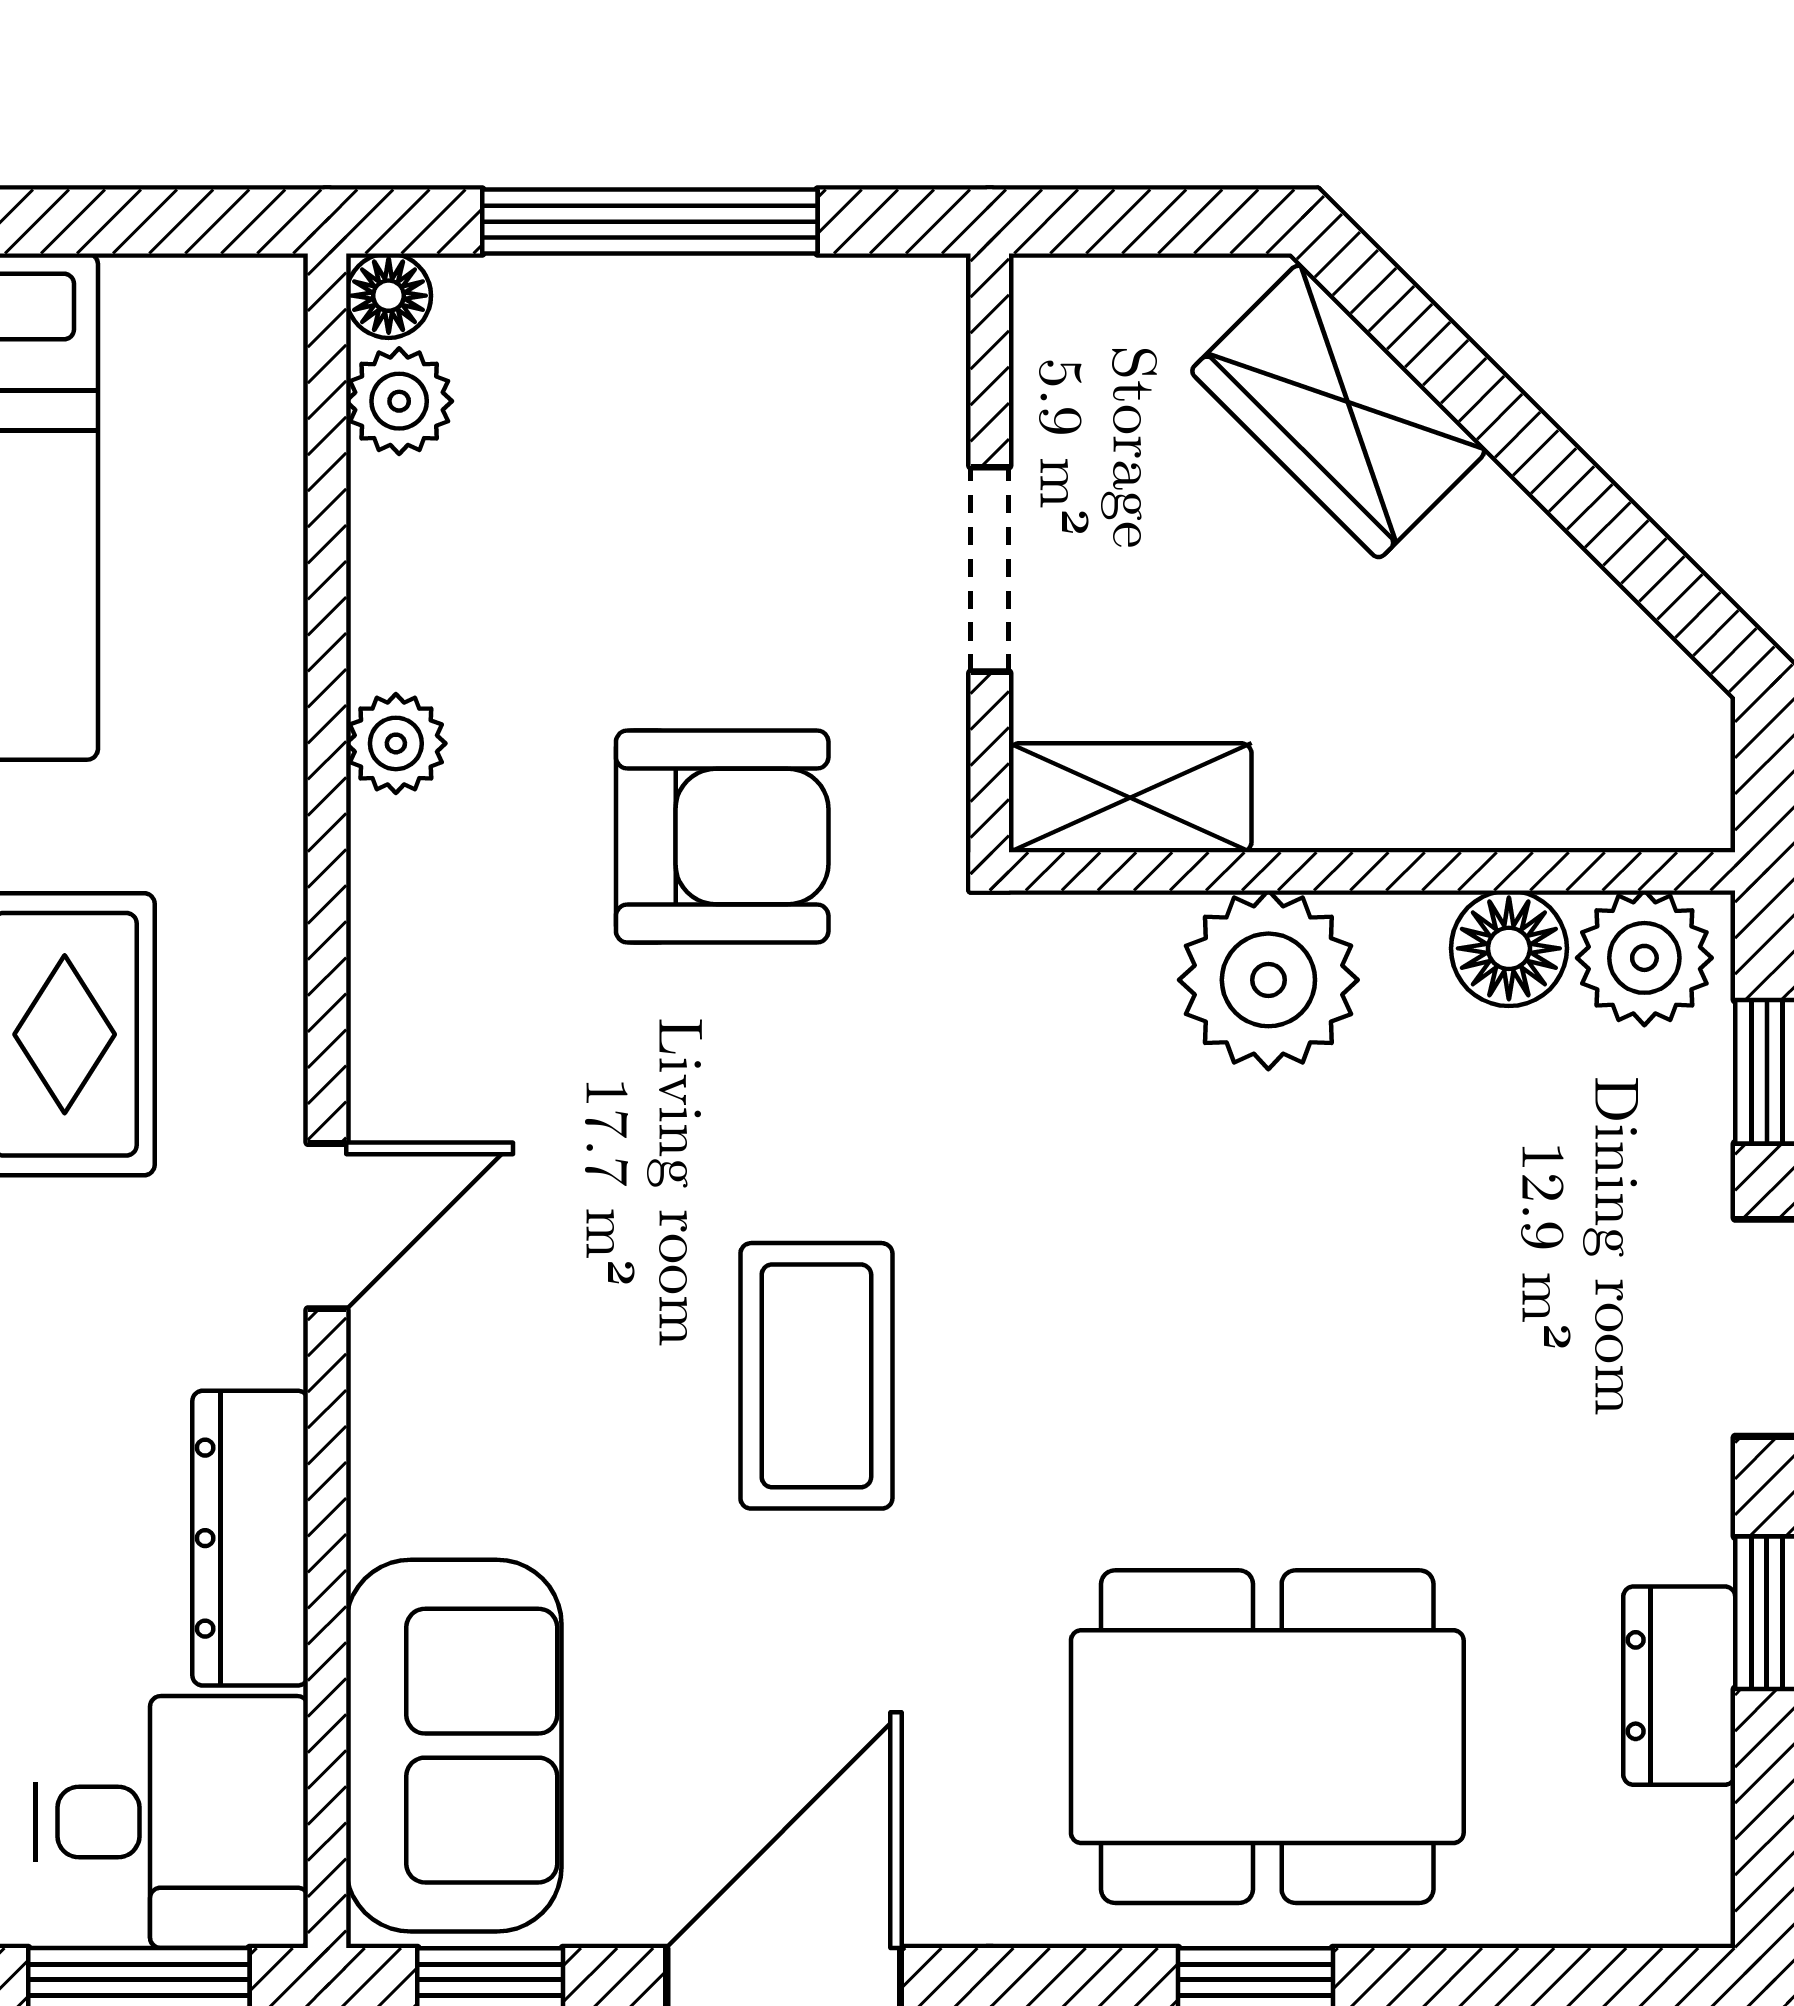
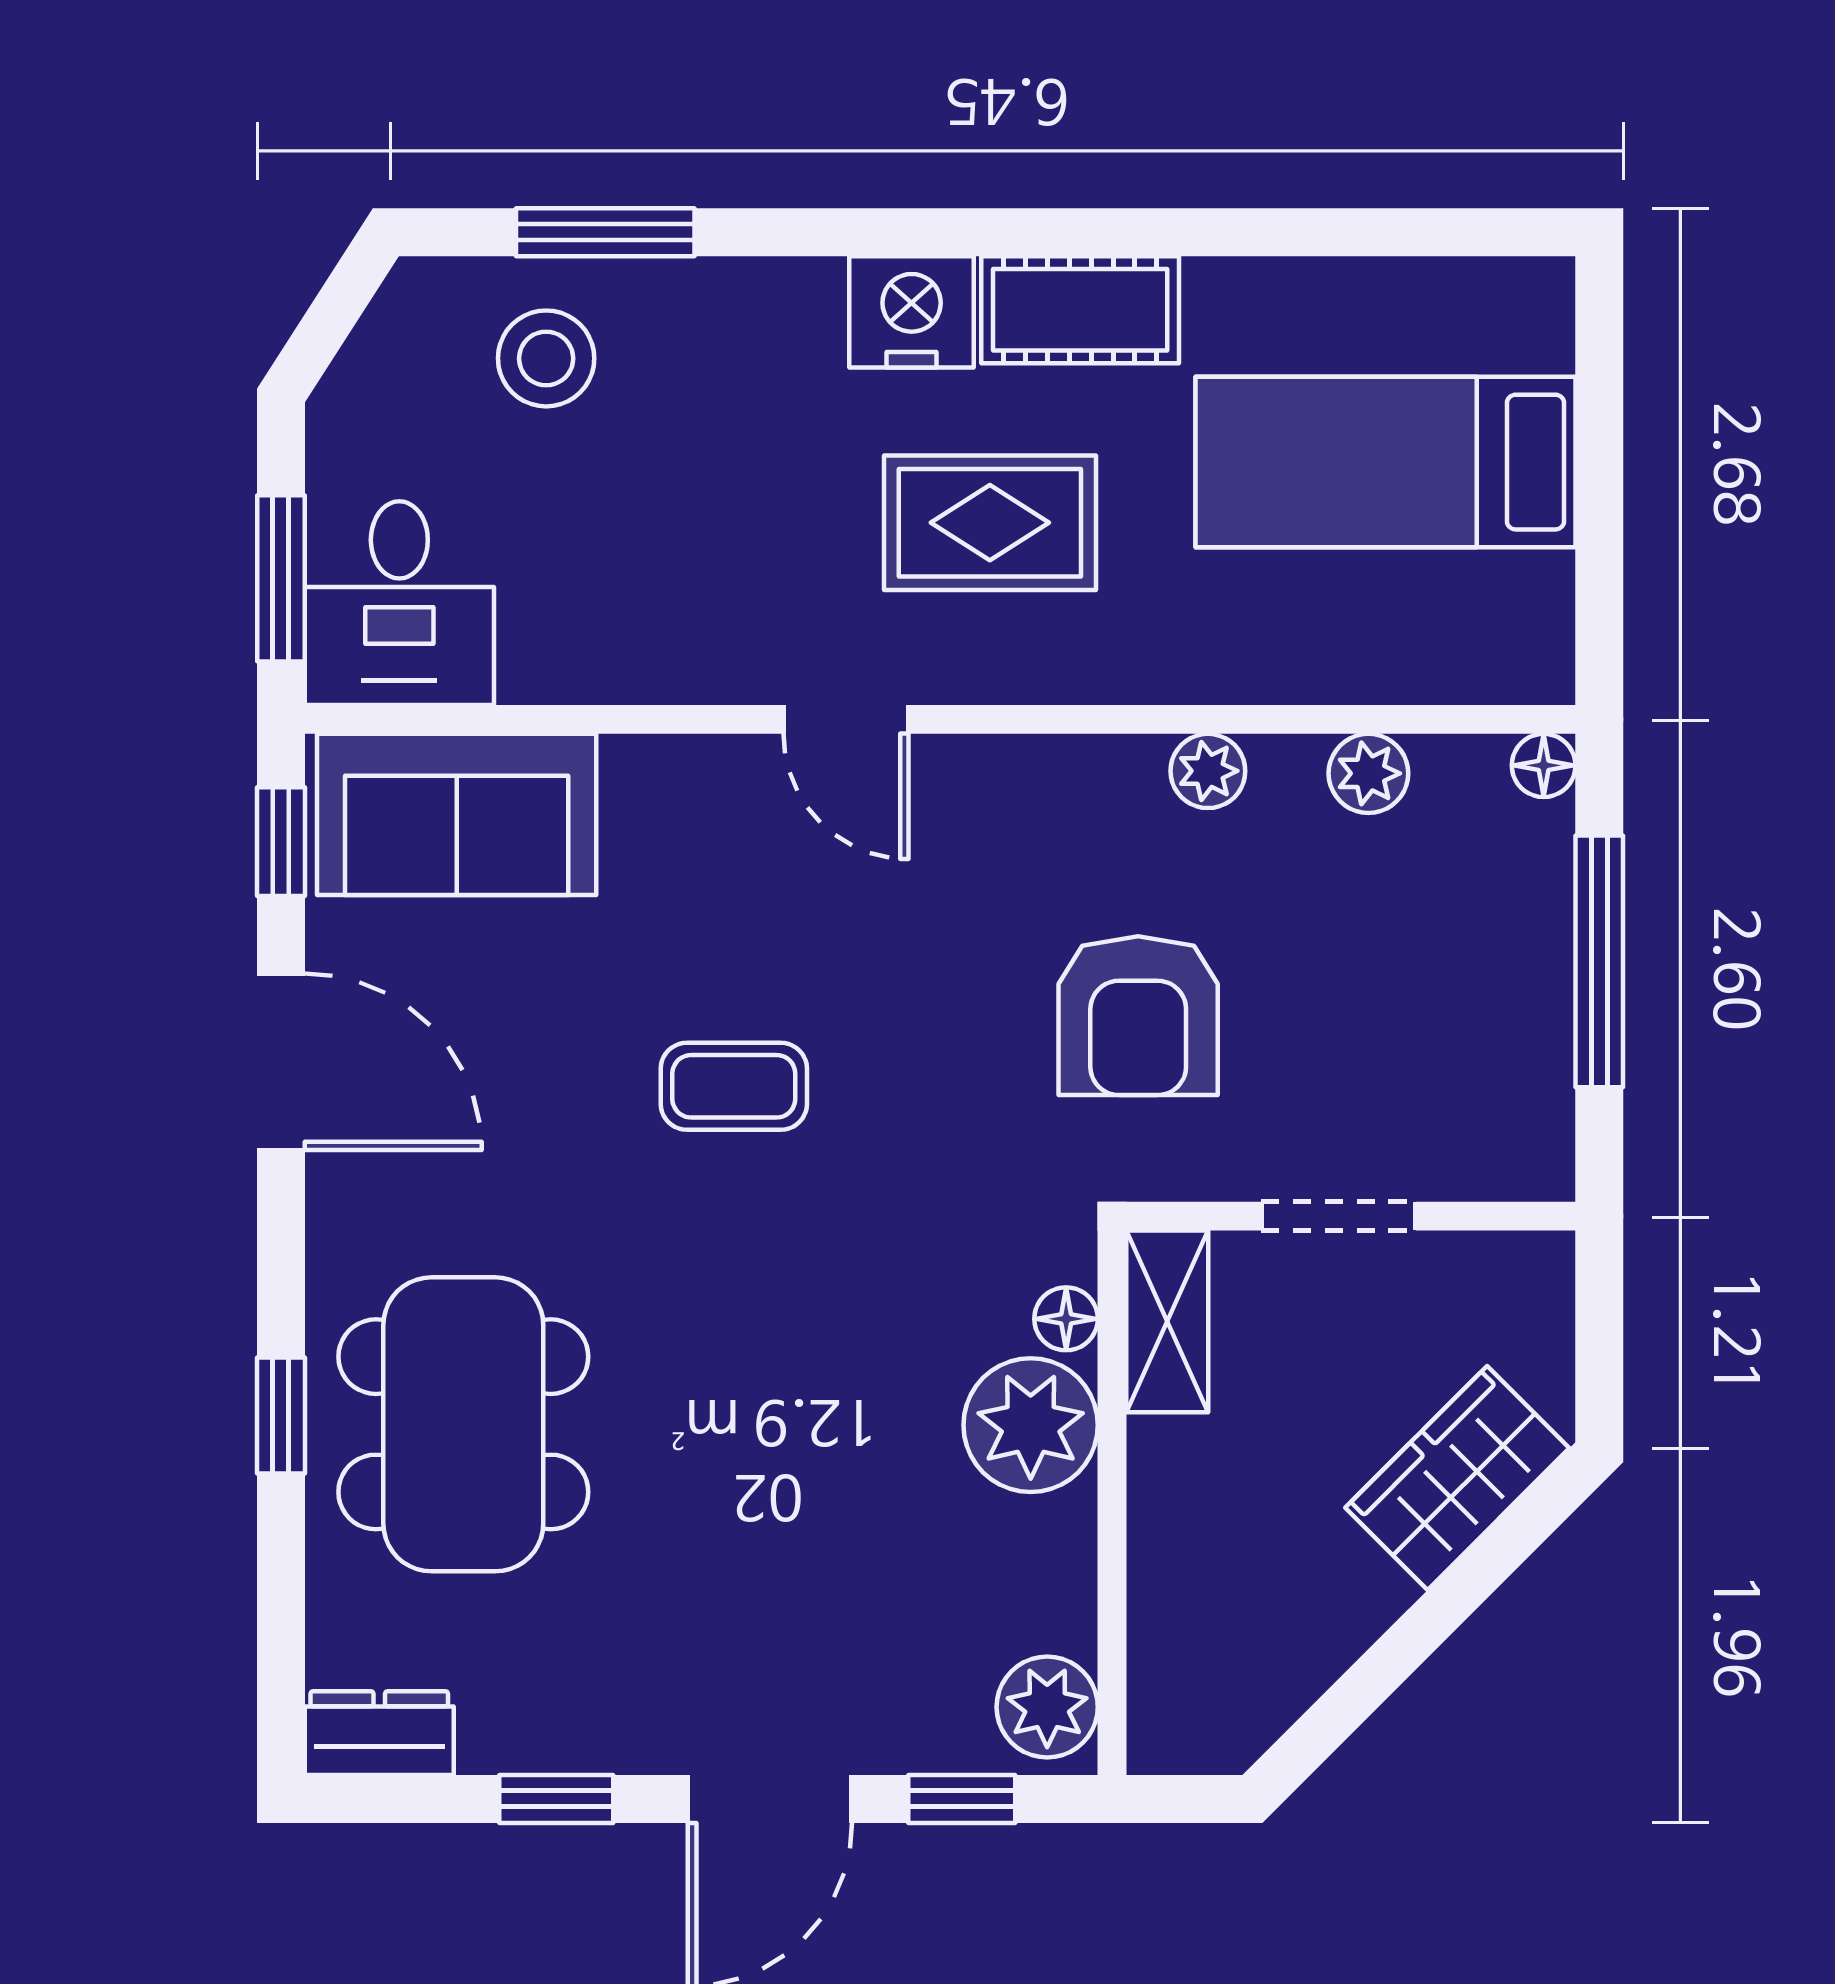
plant: (399, 401) -> (1368, 773), moved
floor lamp: (1509, 948) -> (1066, 1319), moved, width x0.73, depth x0.73
coffee table: (816, 1376) -> (734, 1086), width x0.73, depth x0.77
dresser: (250, 1538) -> (612, 662), removed
dresser: (1679, 1686) -> (379, 1733), moved

